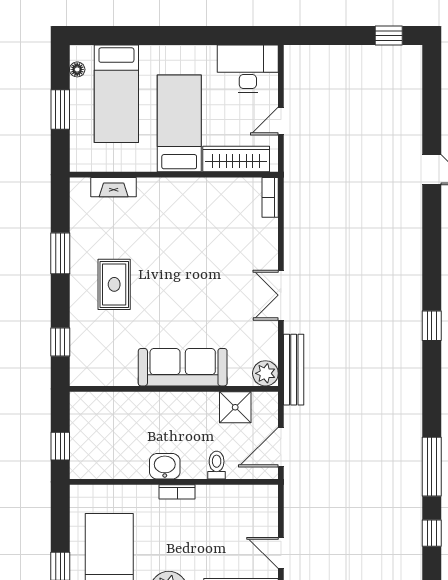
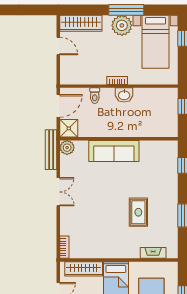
rug: (114, 284) -> (138, 212), moved
shower: (235, 407) -> (69, 128), moved

